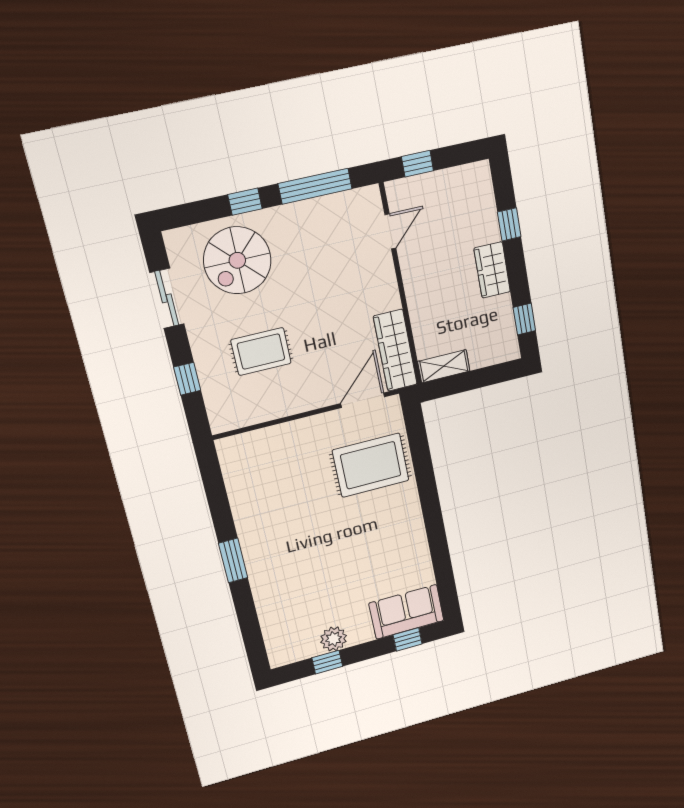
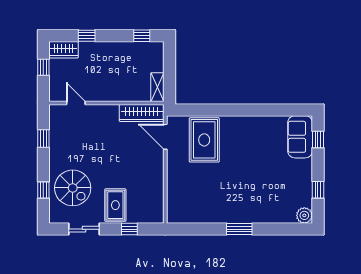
window: (417, 164) -> (43, 67), moved
window: (315, 186) -> (43, 139), width x0.46
window: (245, 202) -> (43, 190), moved
wardrobe: (492, 270) -> (63, 50), moved
rug: (261, 352) -> (115, 205), moved
plant: (334, 639) -> (304, 215), moved

